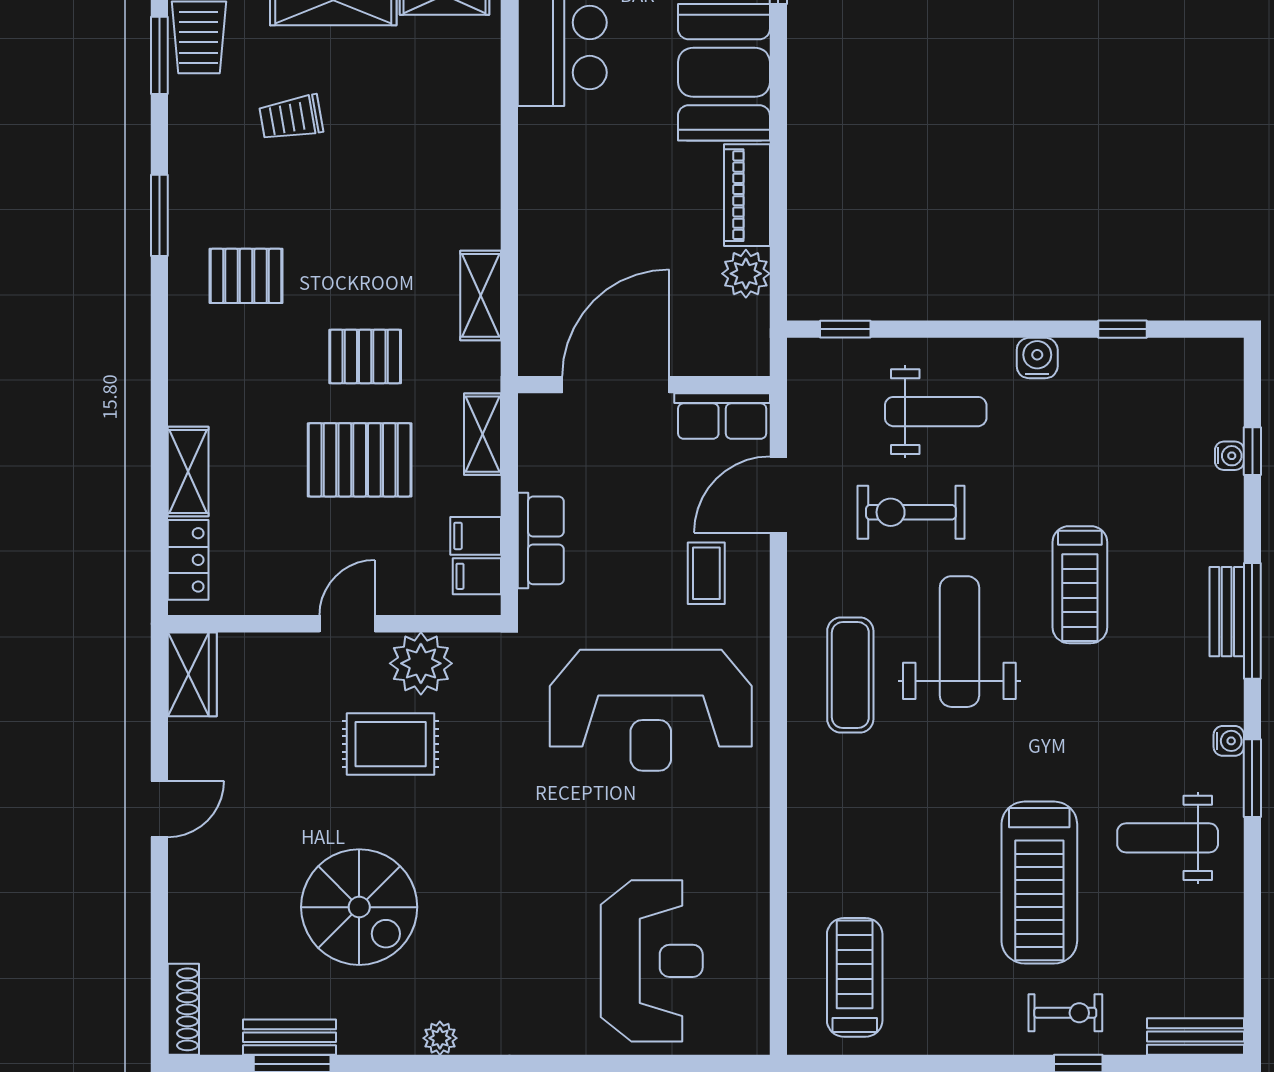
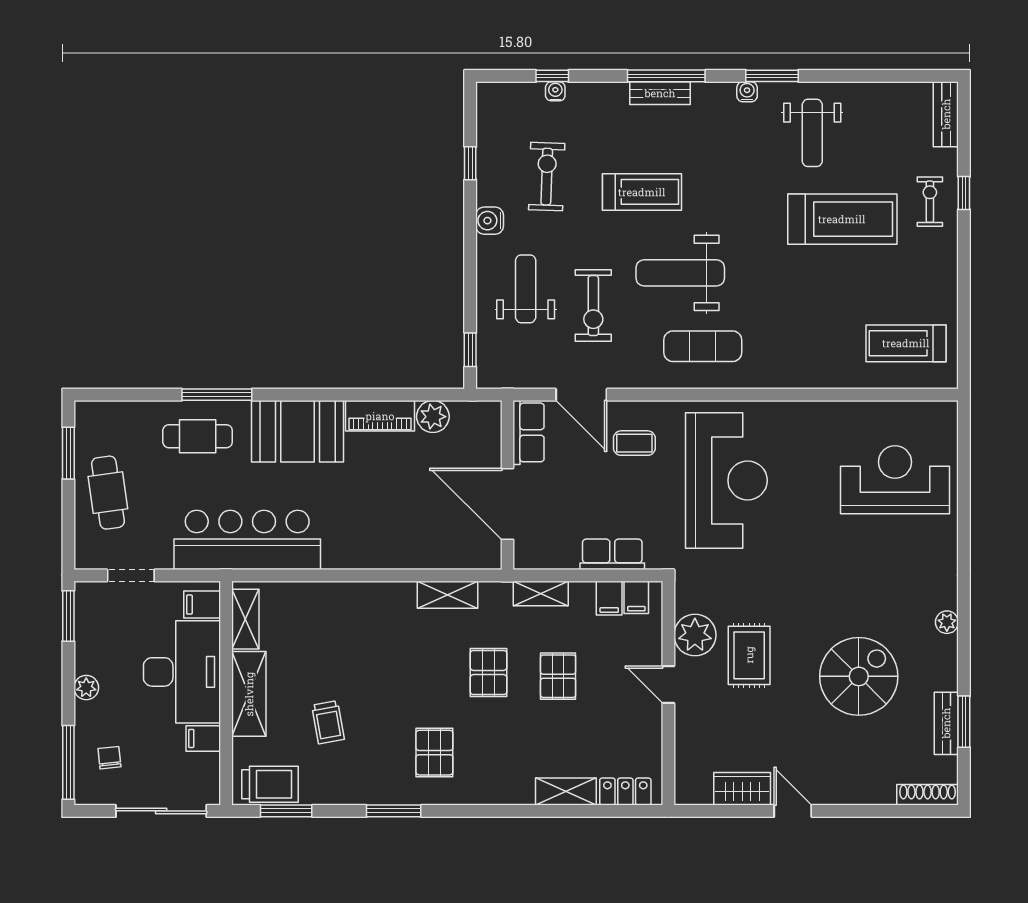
exercise bike: (1103, 443) -> (547, 177), added
pallet: (360, 460) -> (558, 676), width x0.67, depth x0.71
wardrobe: (192, 674) -> (742, 789), moved

